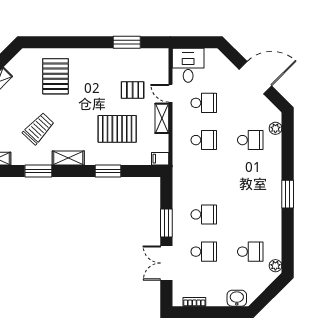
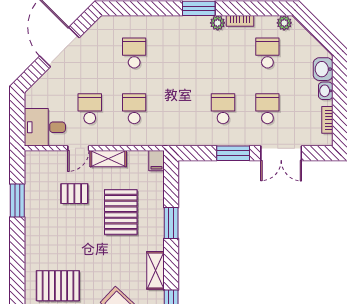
pallet: (133, 90) -> (74, 194), turned 90
plant: (275, 128) -> (218, 23), moved
bookcase: (277, 229) -> (240, 21), added
washbasin: (219, 300) -> (326, 91), added

